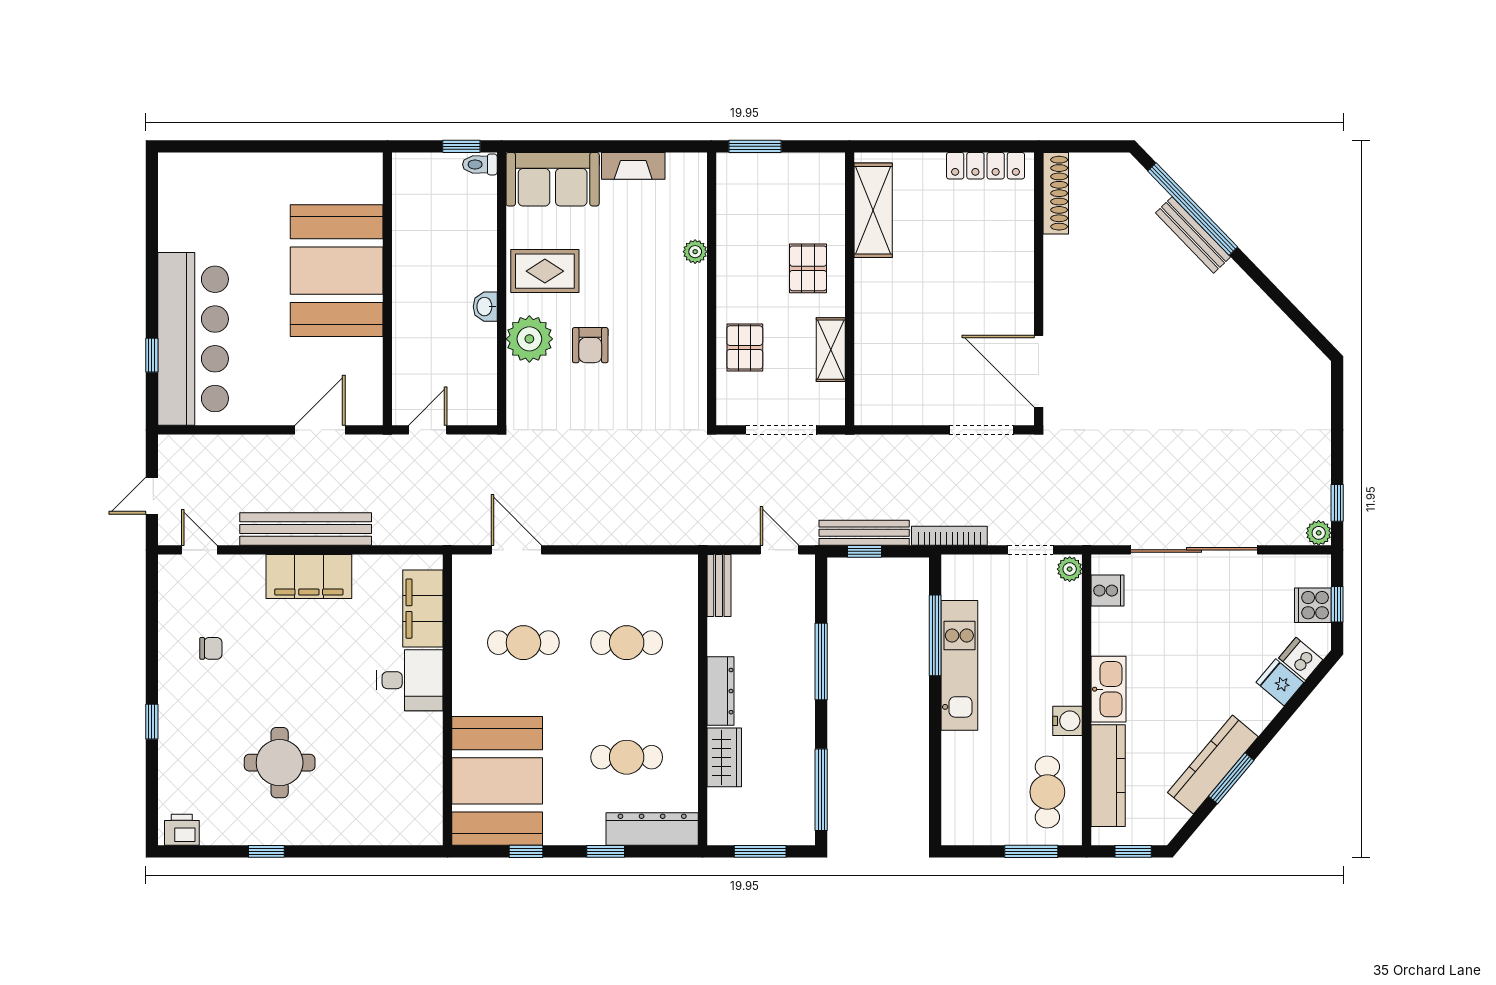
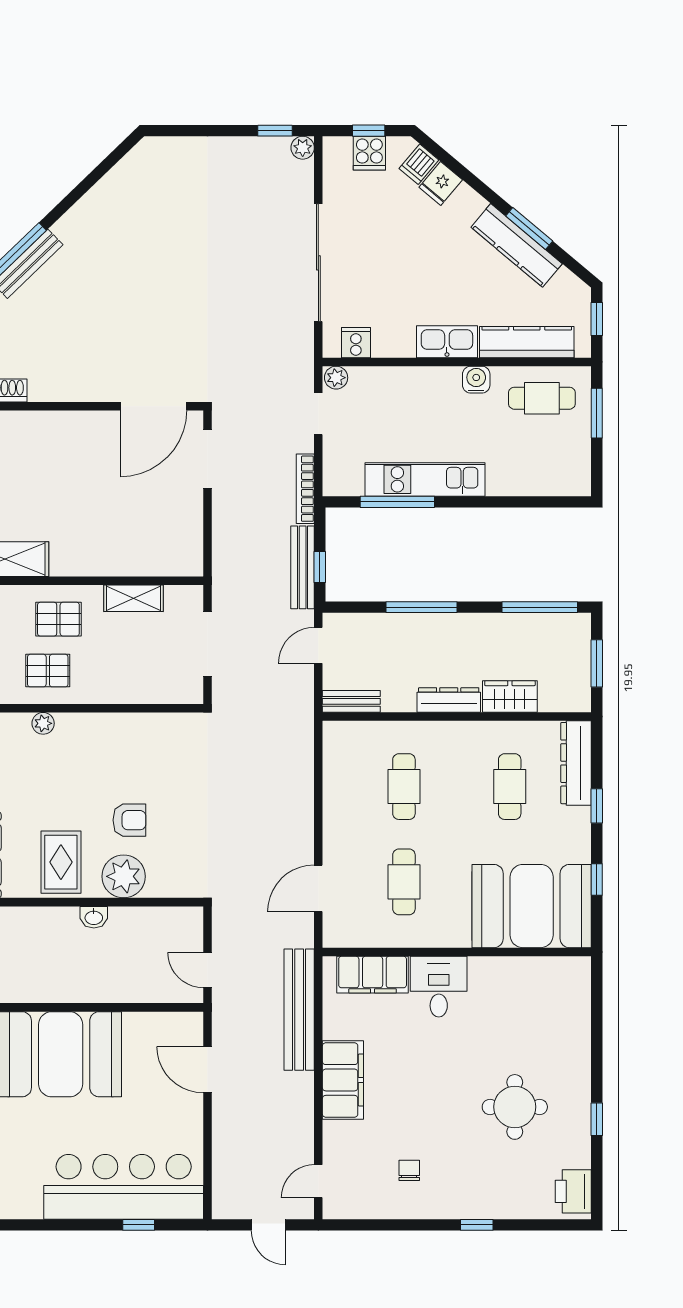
pallet: (745, 347) -> (48, 671), moved
bench: (306, 529) -> (299, 1010), moved
printer: (182, 830) -> (573, 1191), width x1.36, depth x1.24

